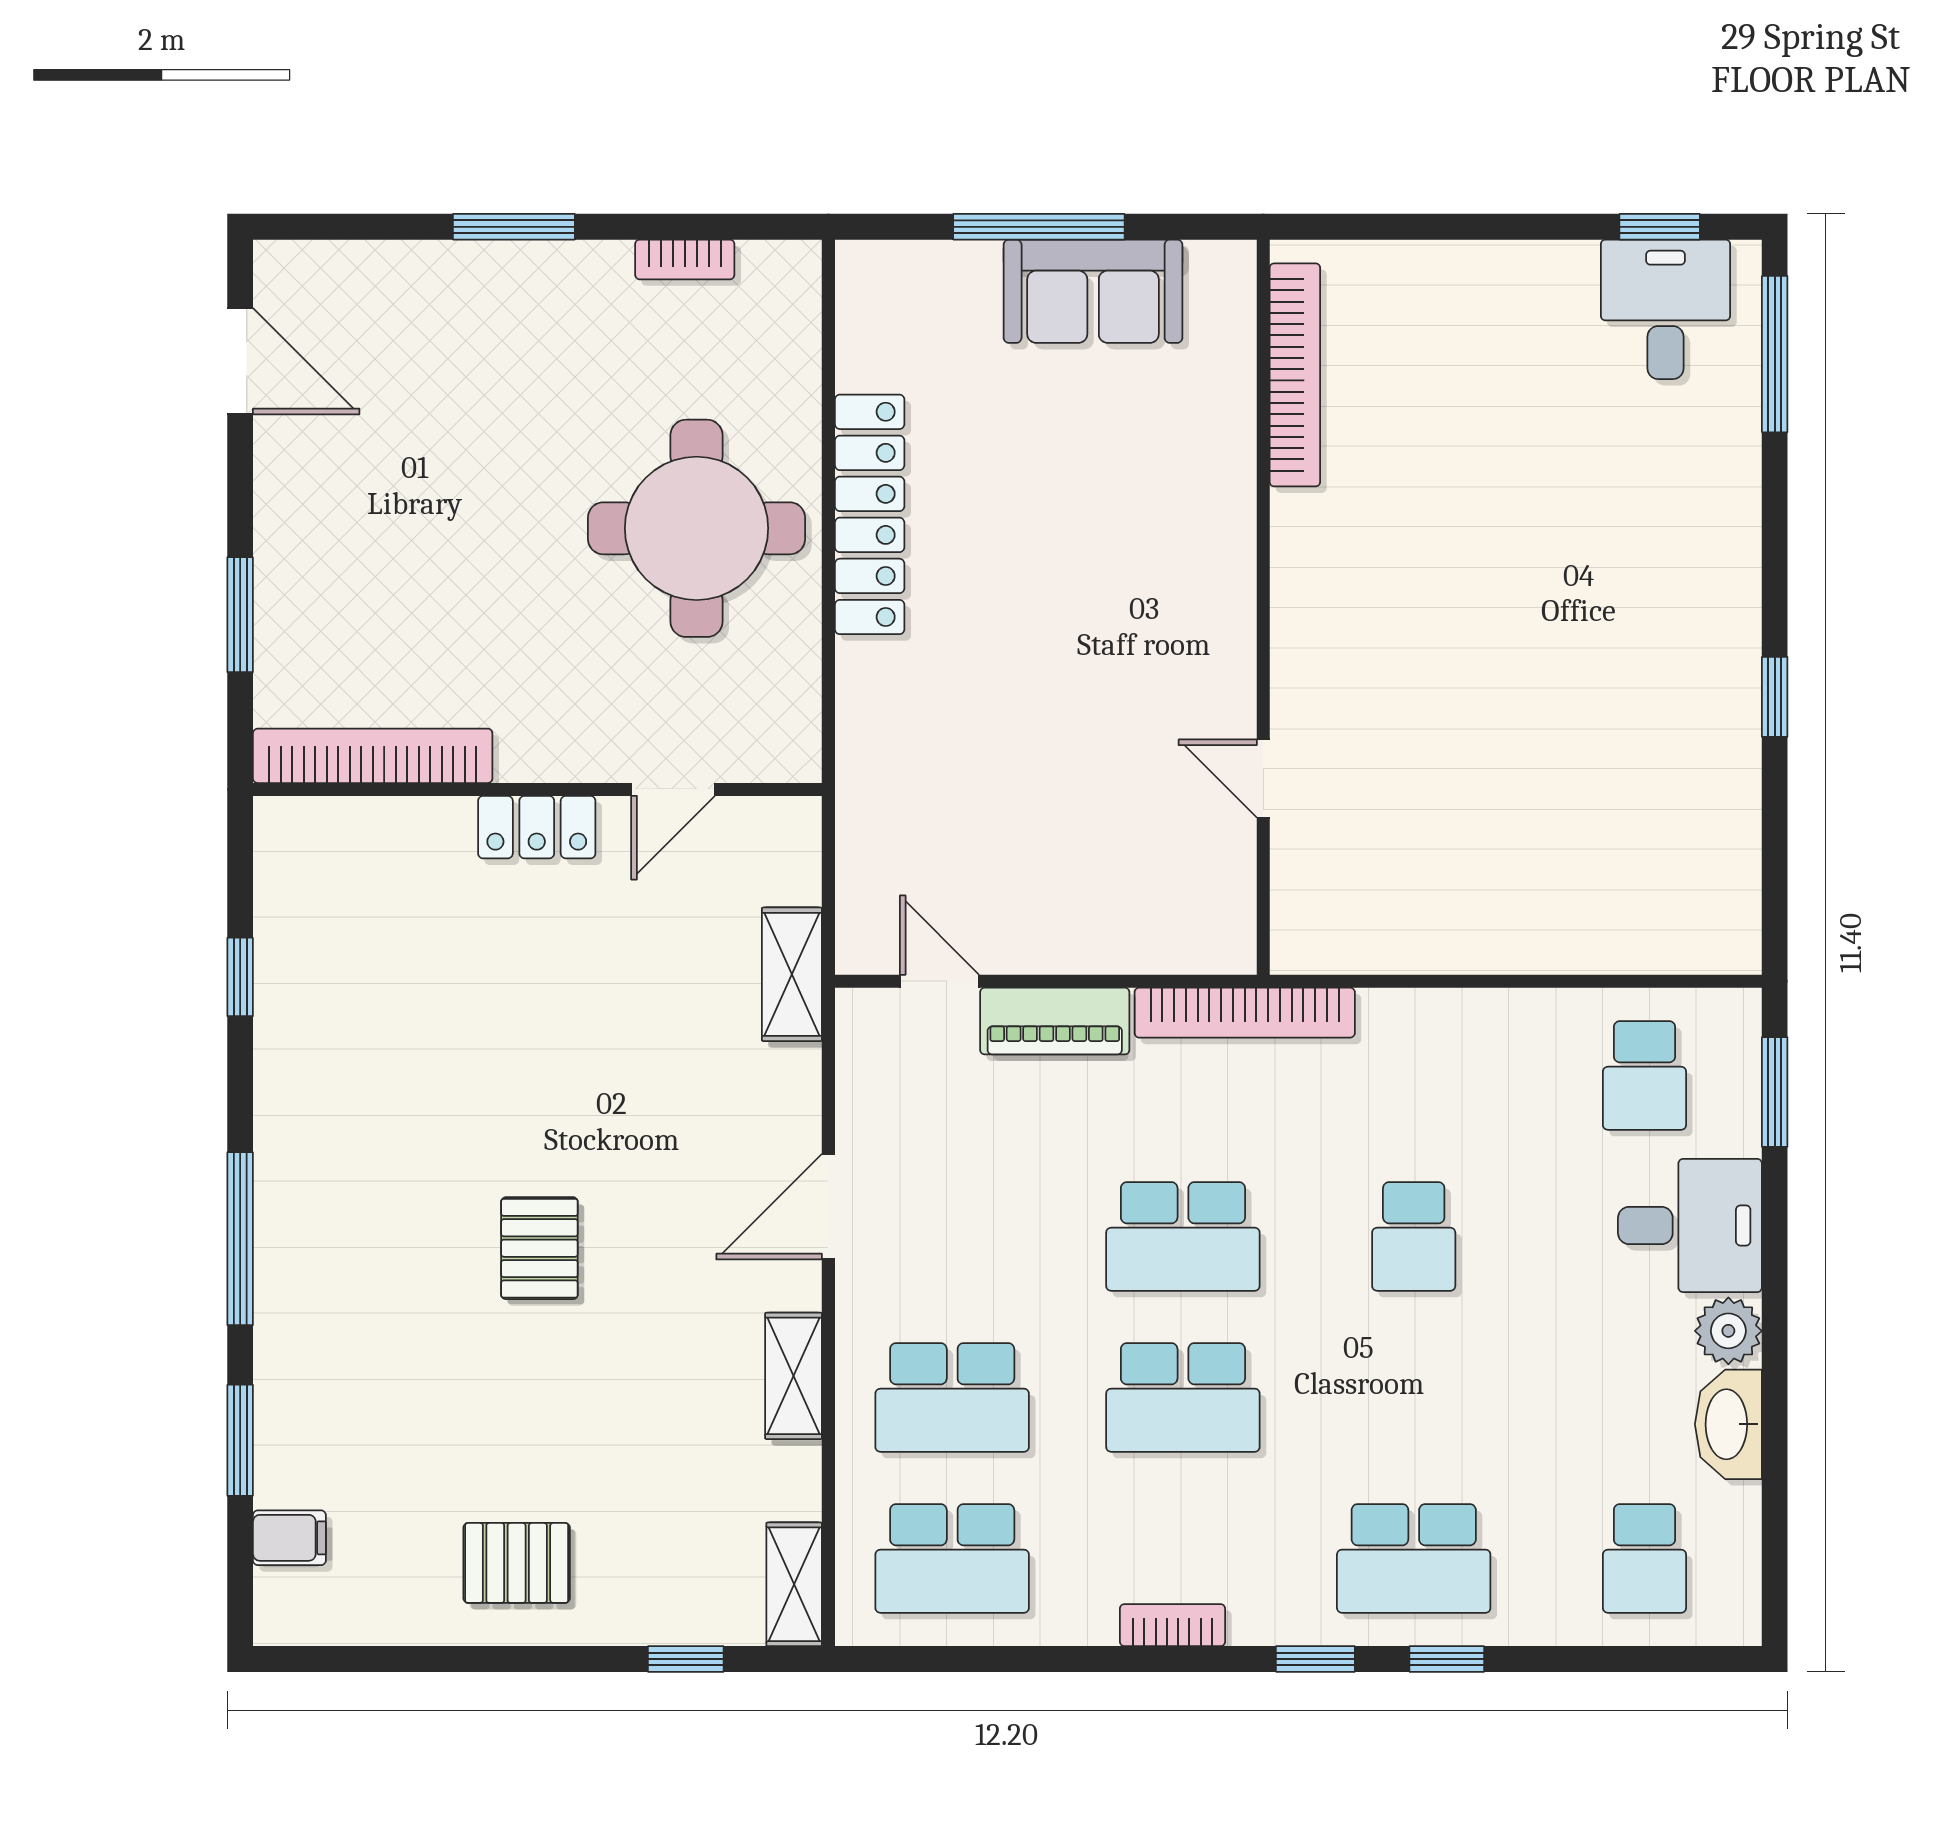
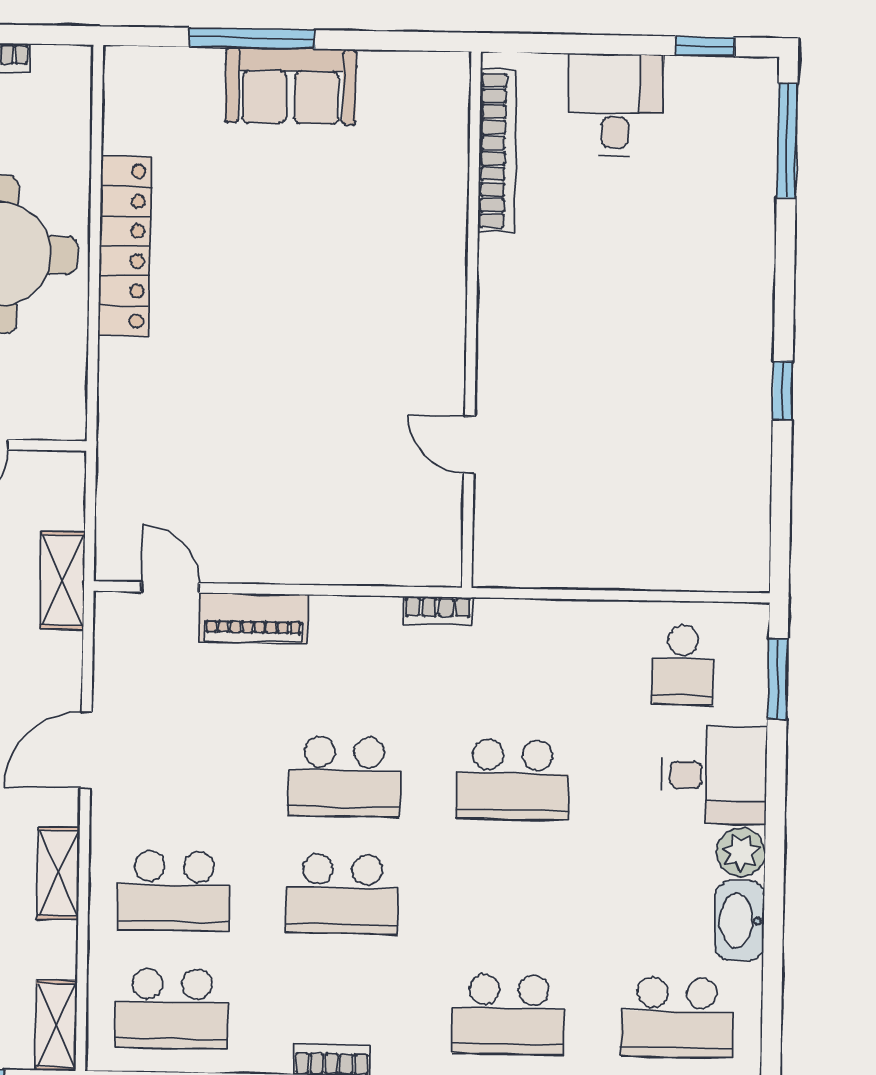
desk: (1666, 309) -> (615, 105), moved
bookcase: (1295, 375) -> (497, 151), moved
wall: (1263, 607) -> (471, 320), moved
door: (1263, 779) -> (469, 445), moved
bookcase: (1245, 1013) -> (438, 611), width x0.43, depth x0.76
school desk: (1414, 1236) -> (513, 780), width x1.85
school desk: (1644, 1558) -> (677, 1017), width x1.85

